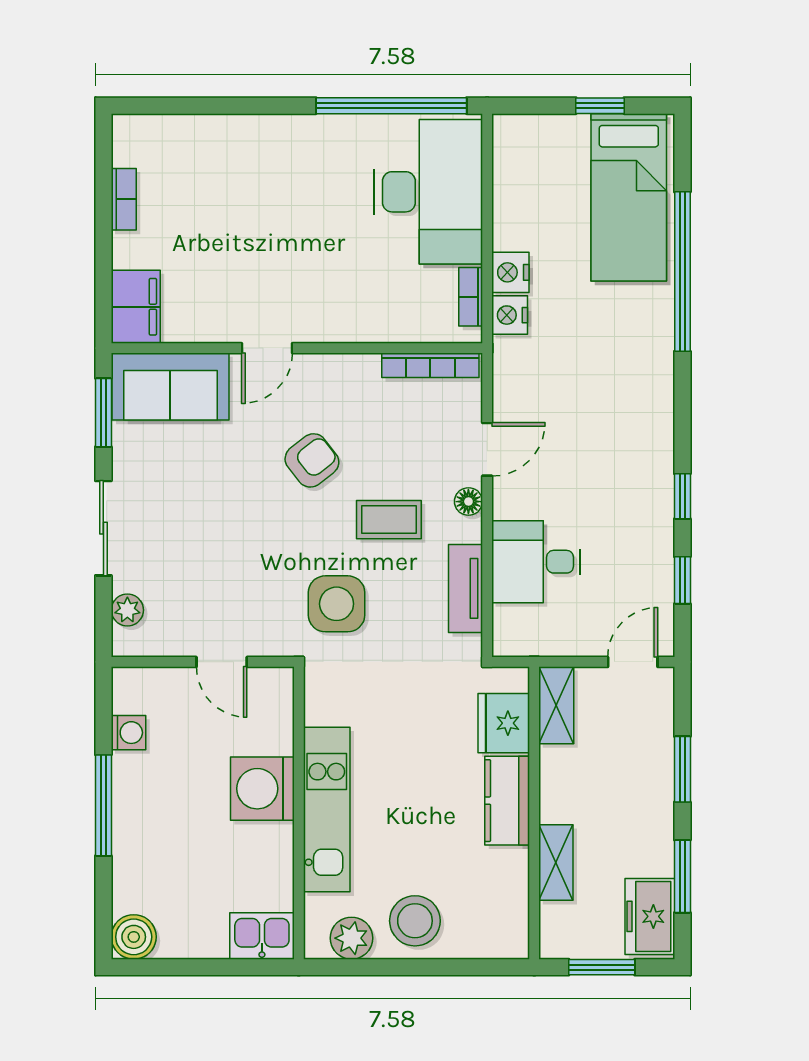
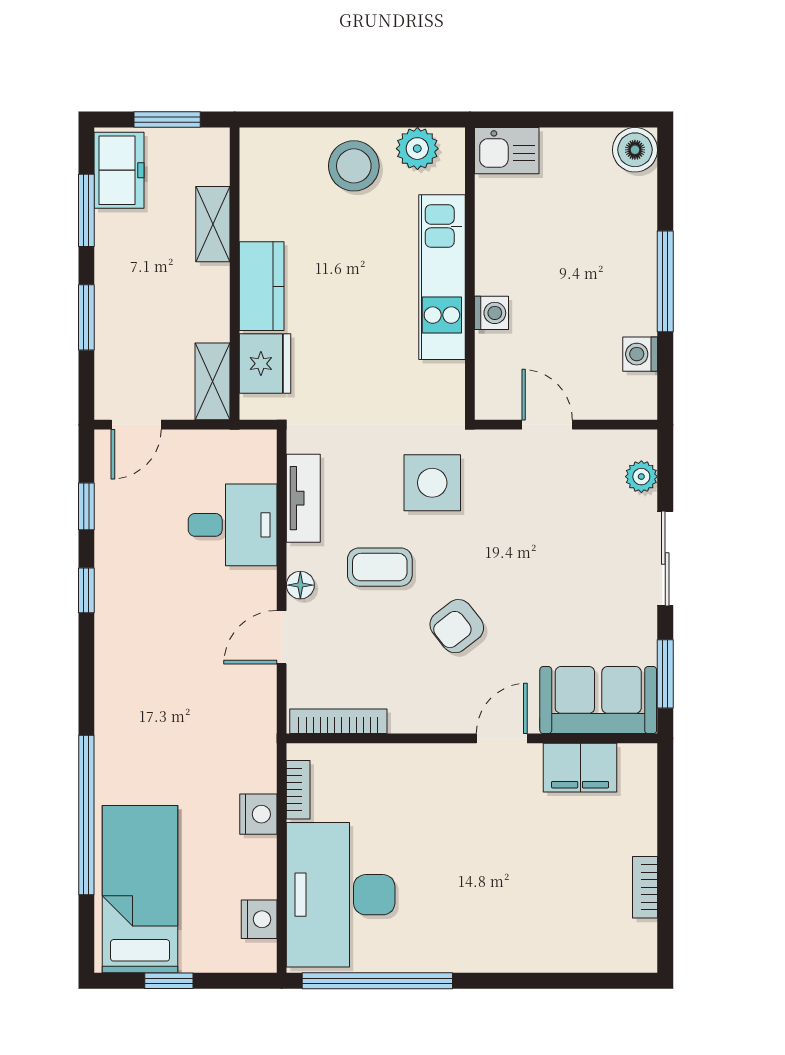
filing cabinet: (136, 307) -> (580, 768), moved, turned -90
nightstand: (510, 315) -> (259, 919), moved
washing machine: (262, 789) -> (491, 313), width x0.53, depth x0.53

